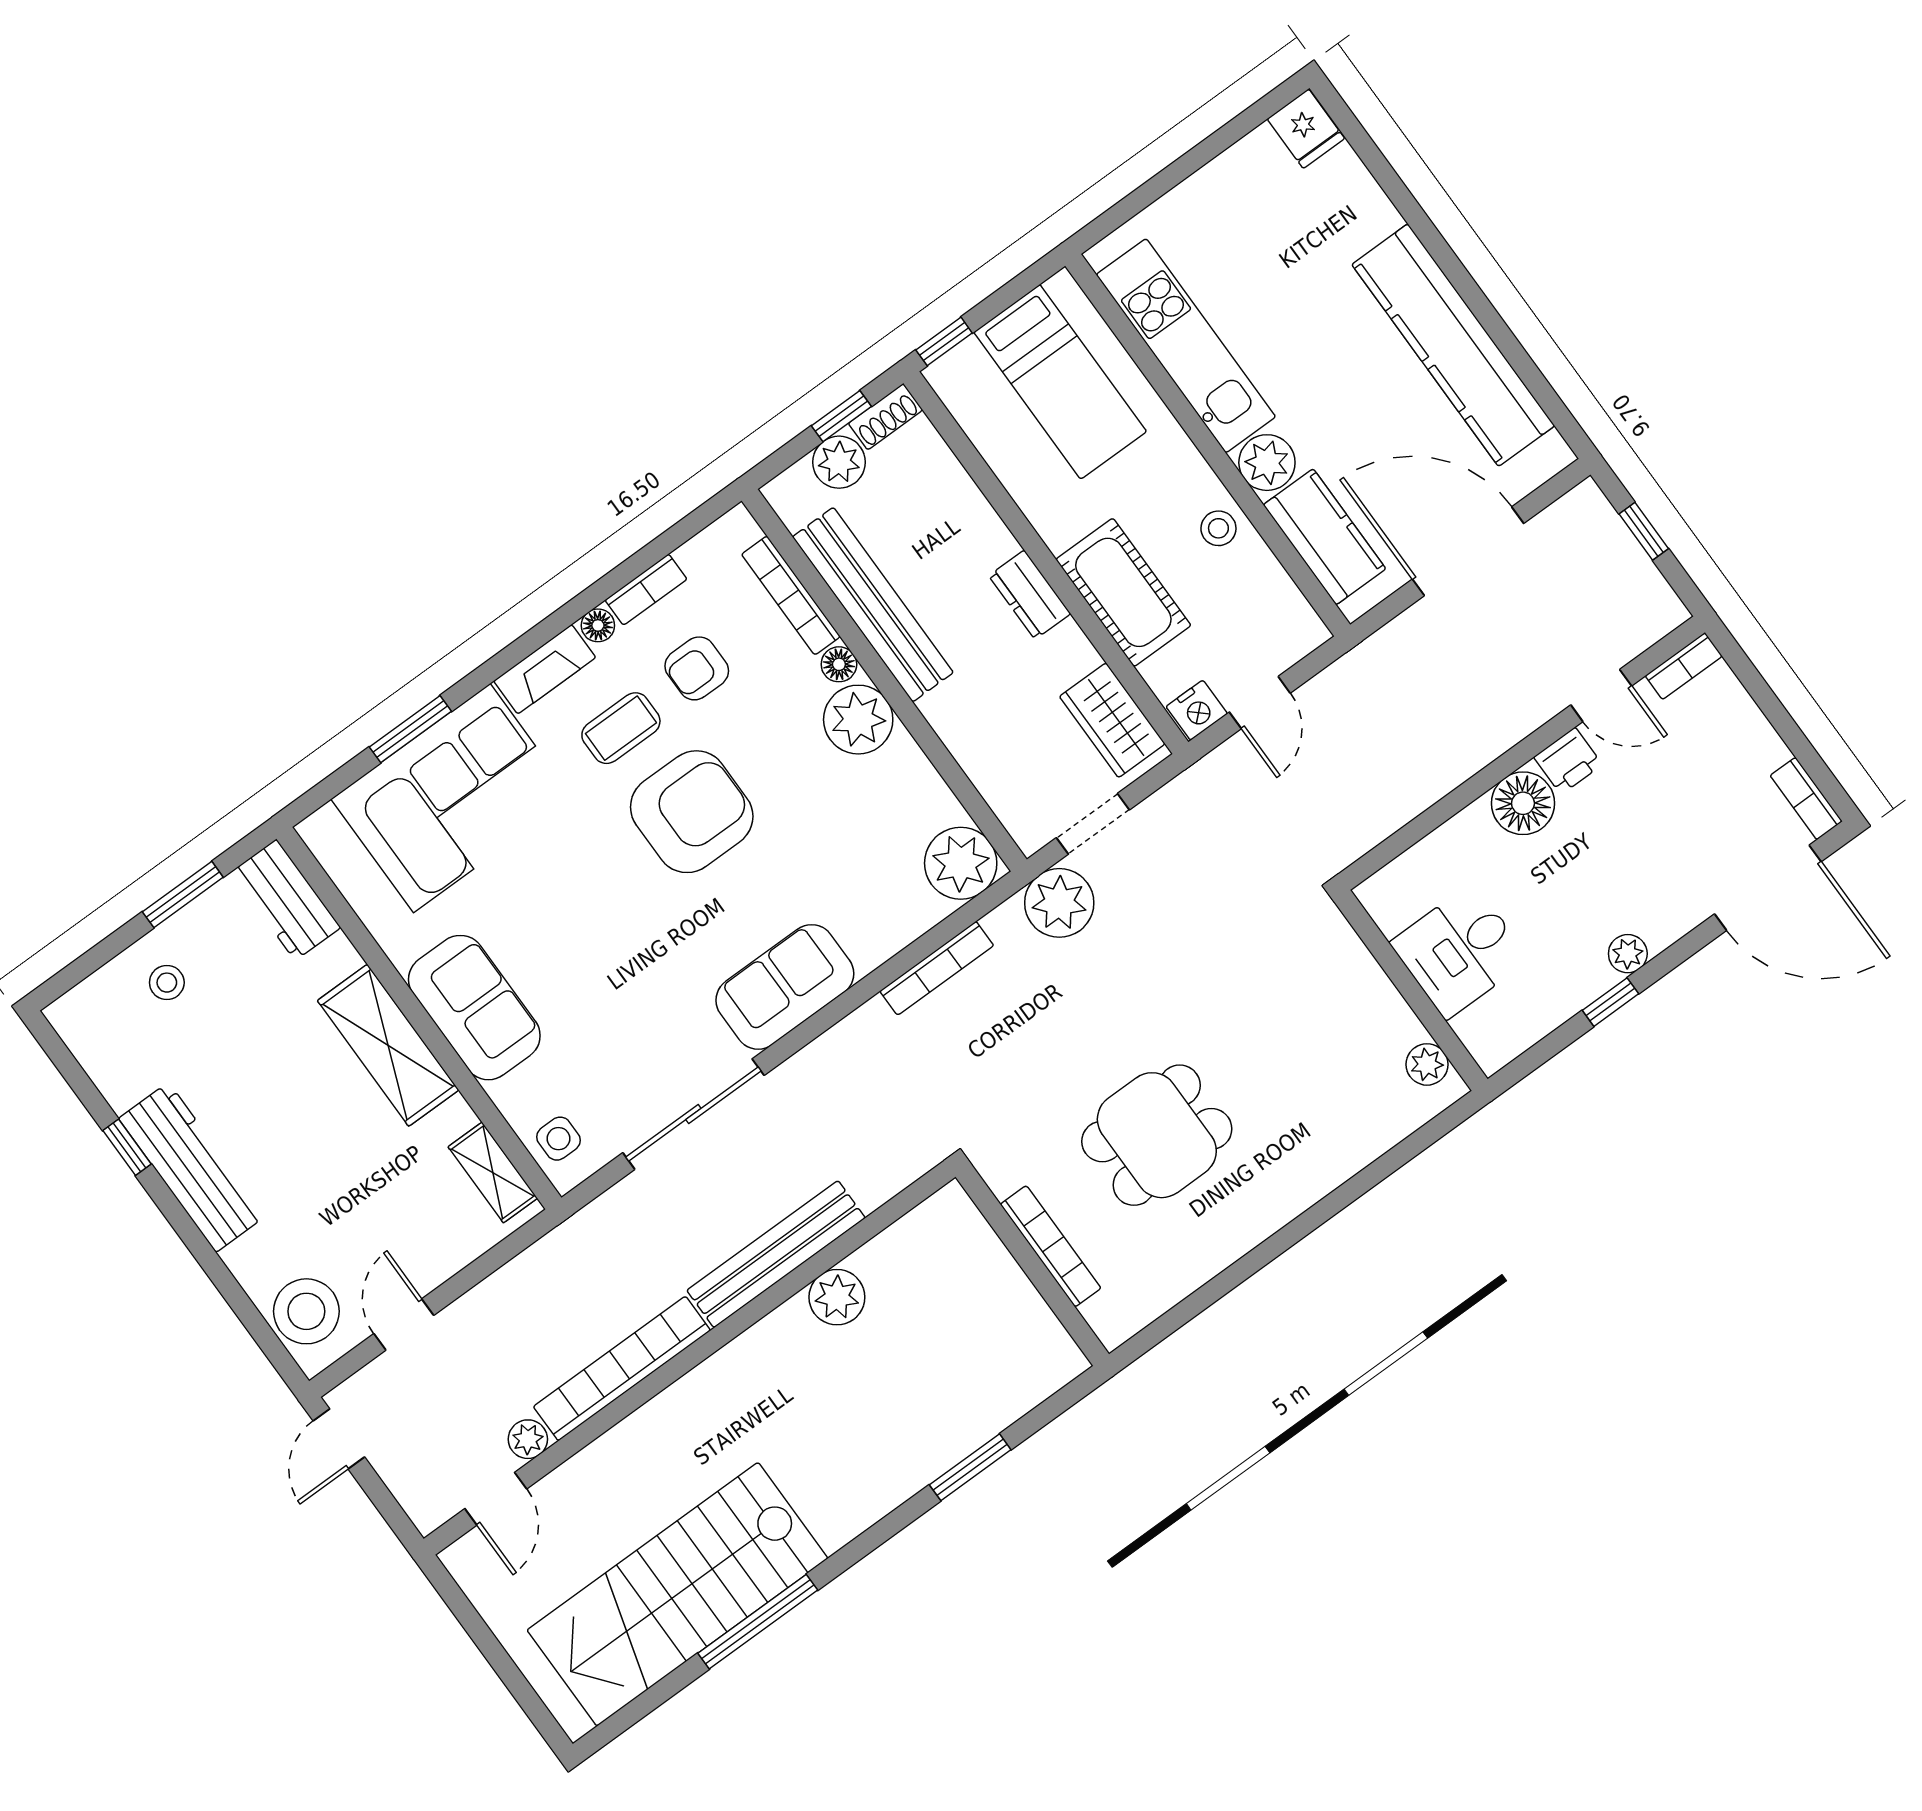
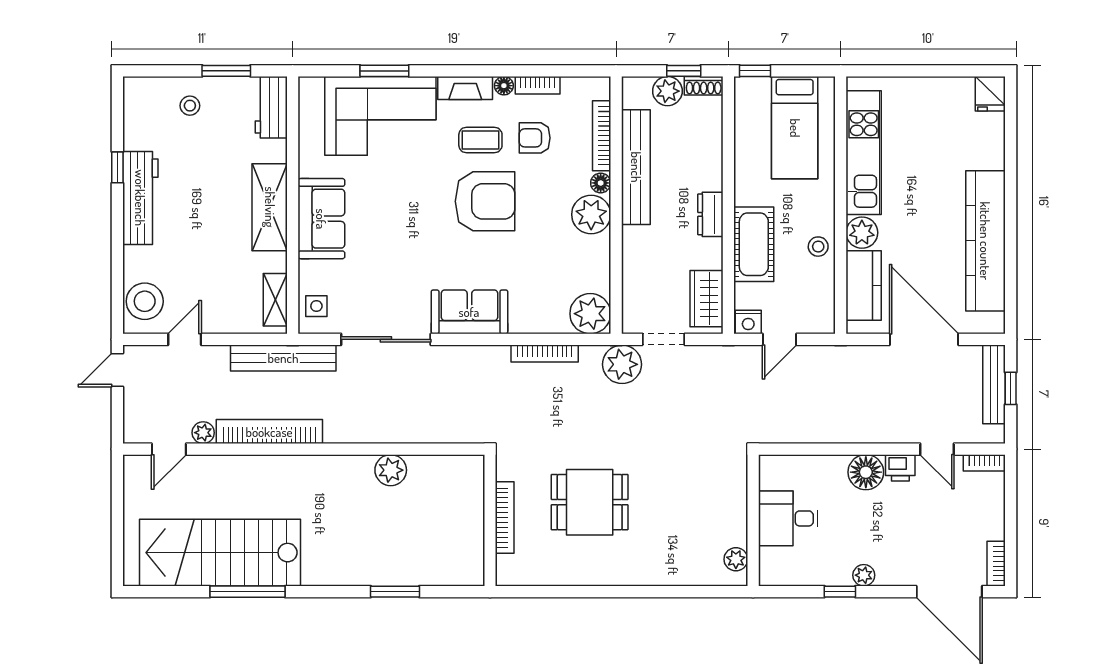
bench: (1616, 543) -> (994, 384), added
bench: (776, 1254) -> (283, 358), moved

